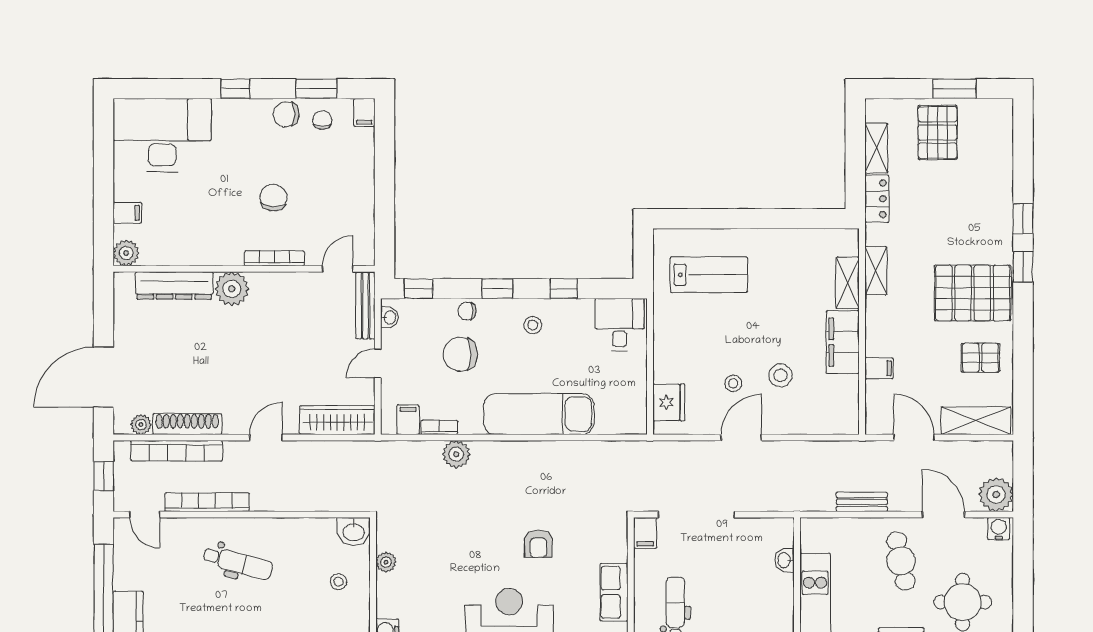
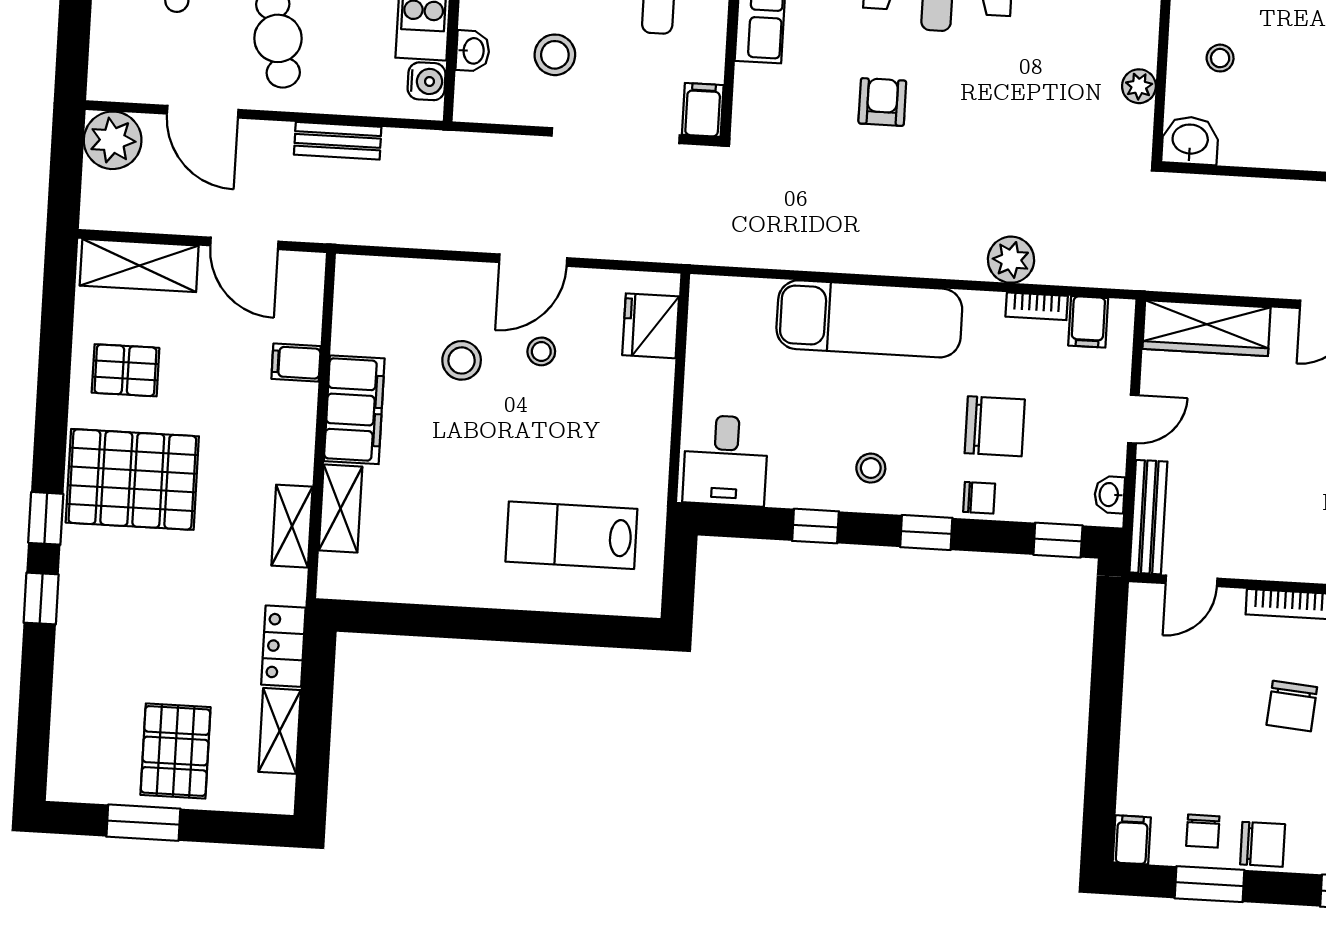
water cooler: (999, 529) -> (427, 81), moved, turned -90
stool: (735, 561) -> (555, 55), added

